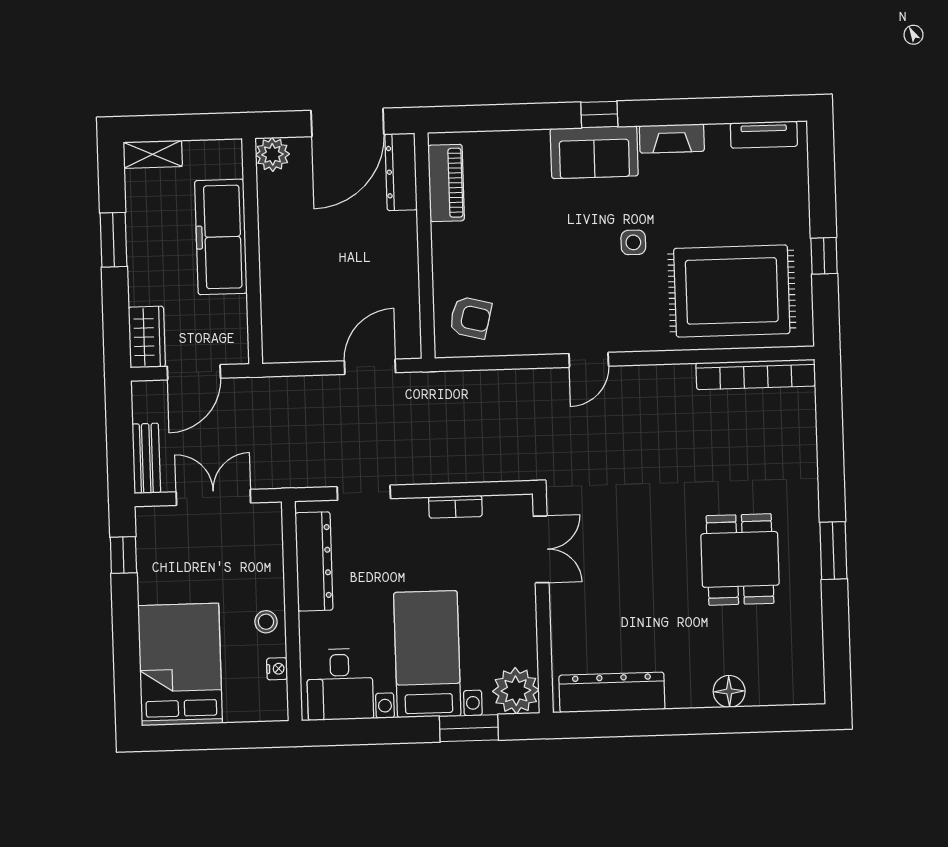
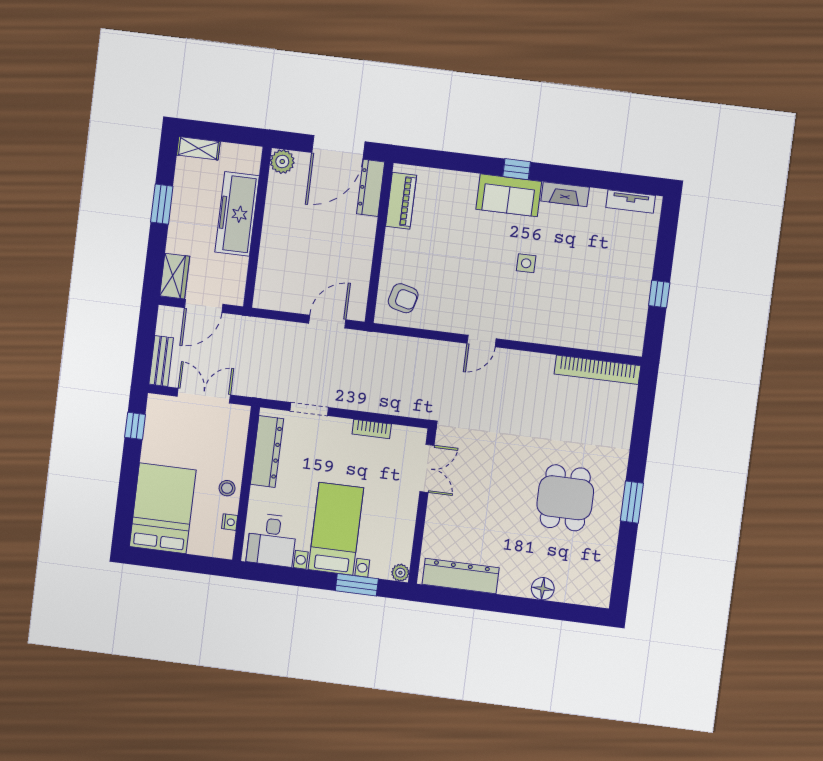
rug: (732, 291) -> (590, 308), removed
plant: (516, 691) -> (400, 573), width x0.53, depth x0.53

